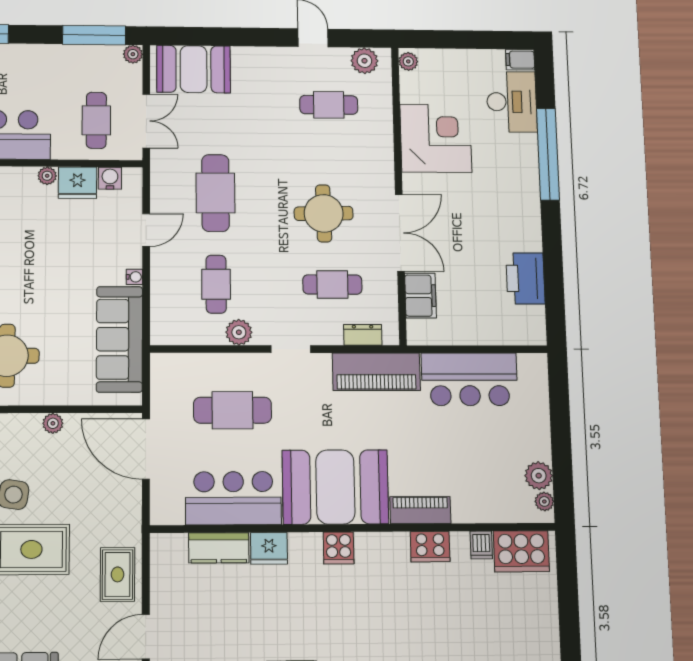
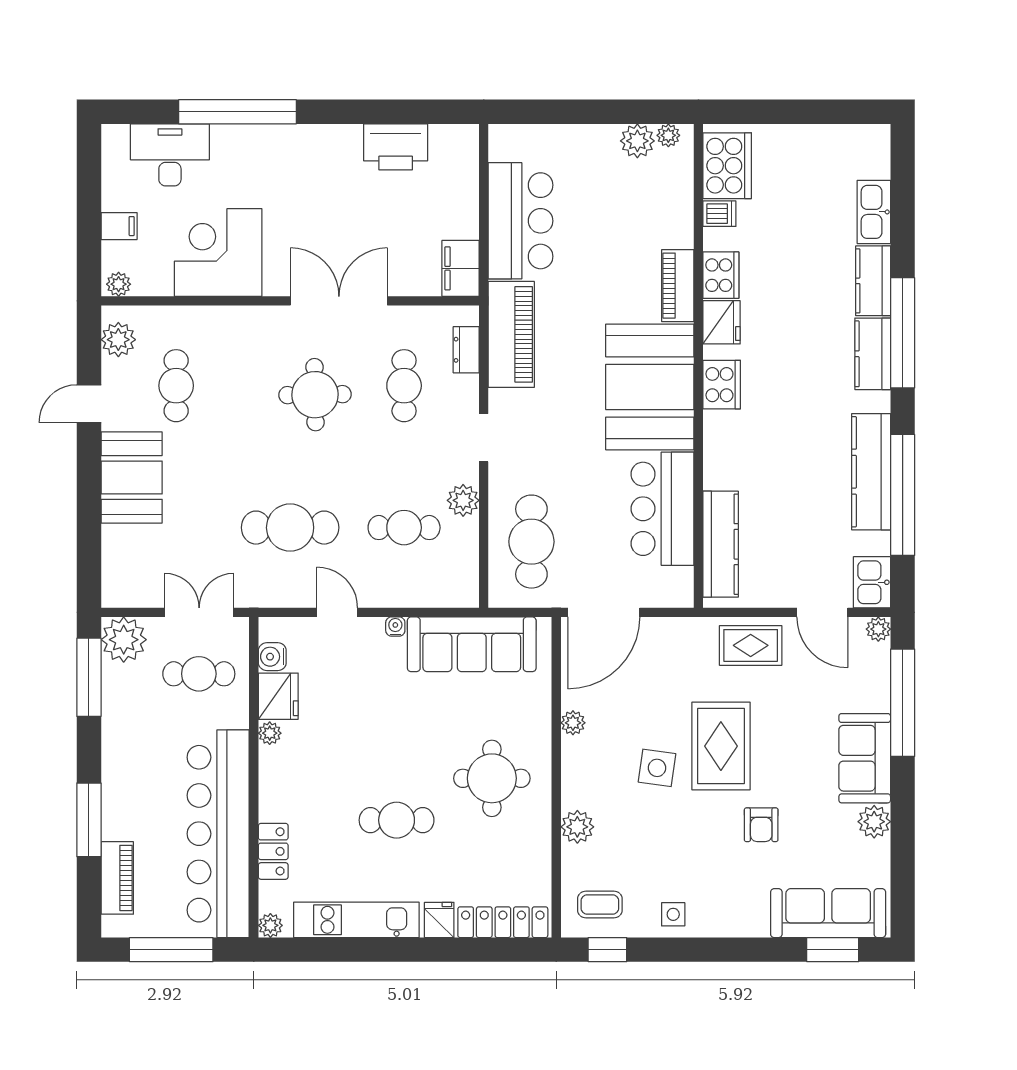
plant: (133, 54) -> (124, 640), width x1.88, depth x1.88
filing cabinet: (520, 60) -> (119, 226), moved, turned -90
booth: (194, 69) -> (132, 477), moved
filing cabinet: (420, 296) -> (461, 268), moved, turned -90
cafe table: (233, 410) -> (531, 542), moved
kitchen counter: (219, 548) -> (721, 544), width x1.50
fridge: (269, 548) -> (722, 322), moved
cooker: (339, 548) -> (722, 385), width x1.36

